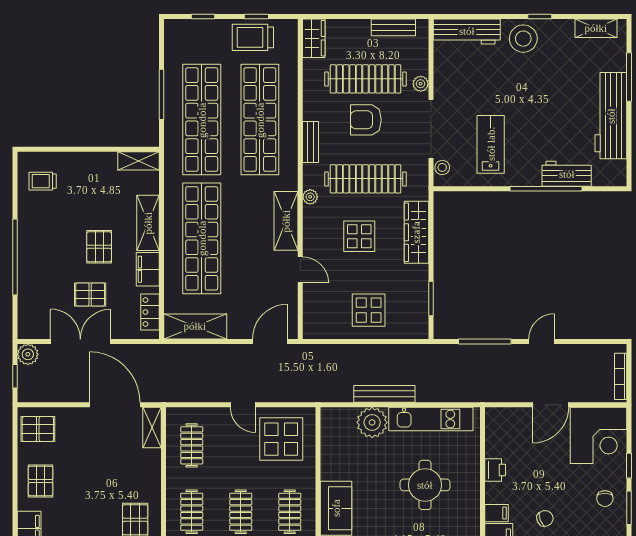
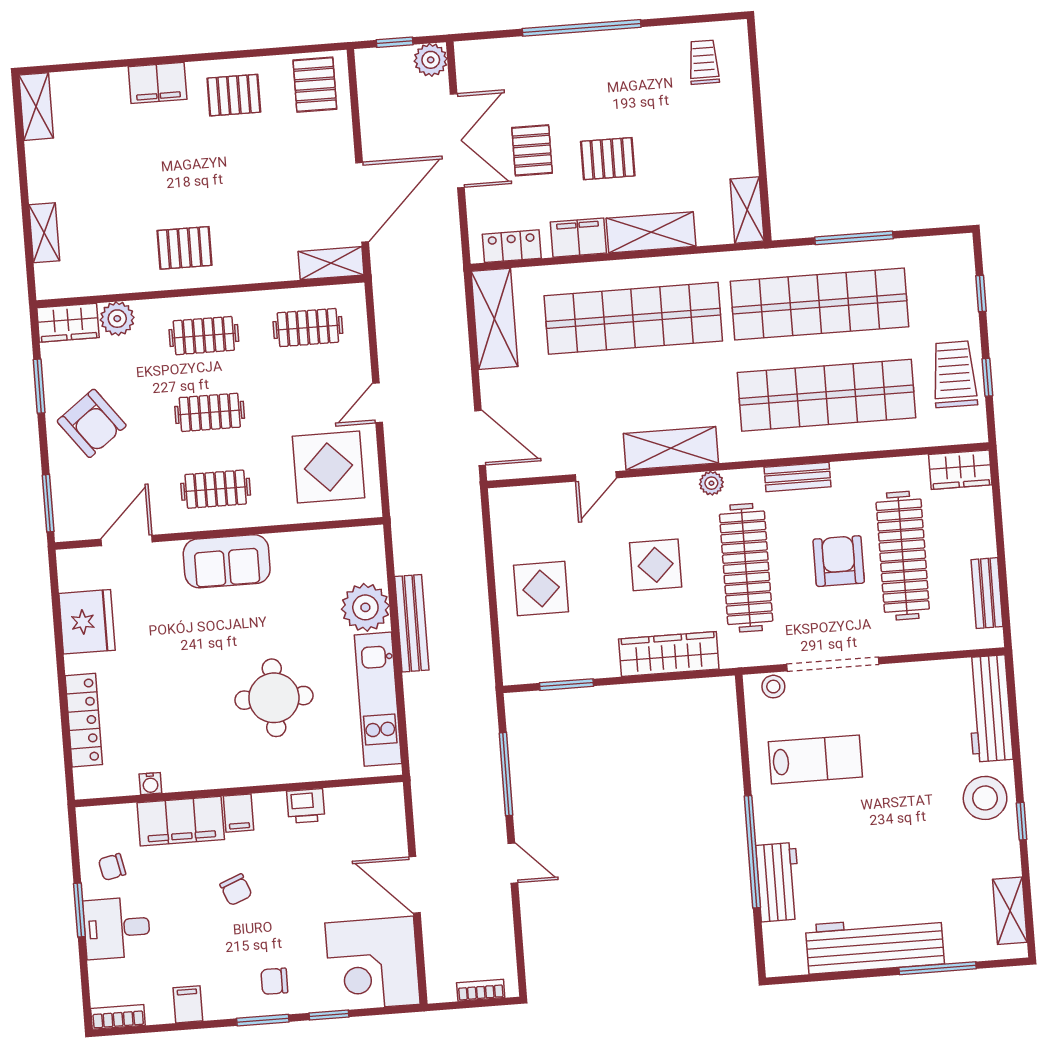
plant: (421, 84) -> (902, 643), removed
bookcase: (621, 376) -> (481, 990), width x0.64

